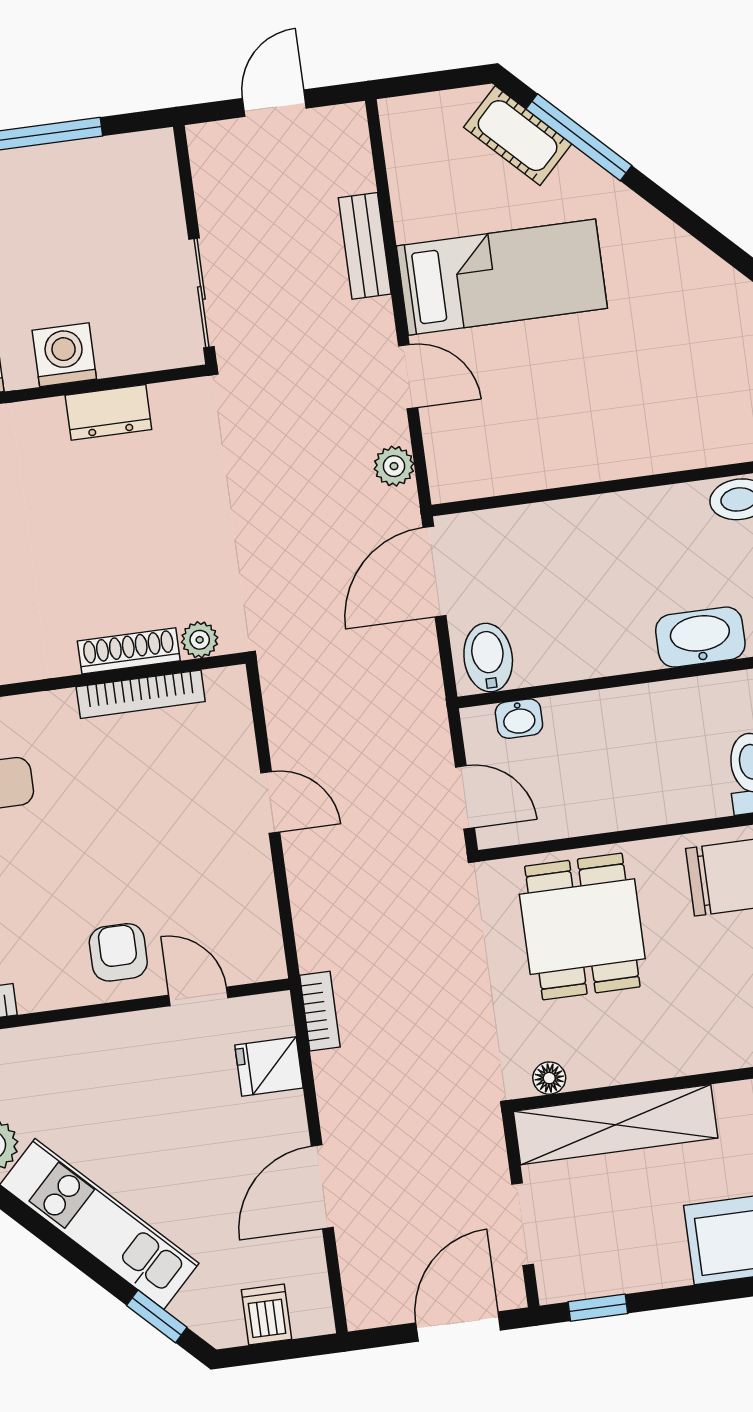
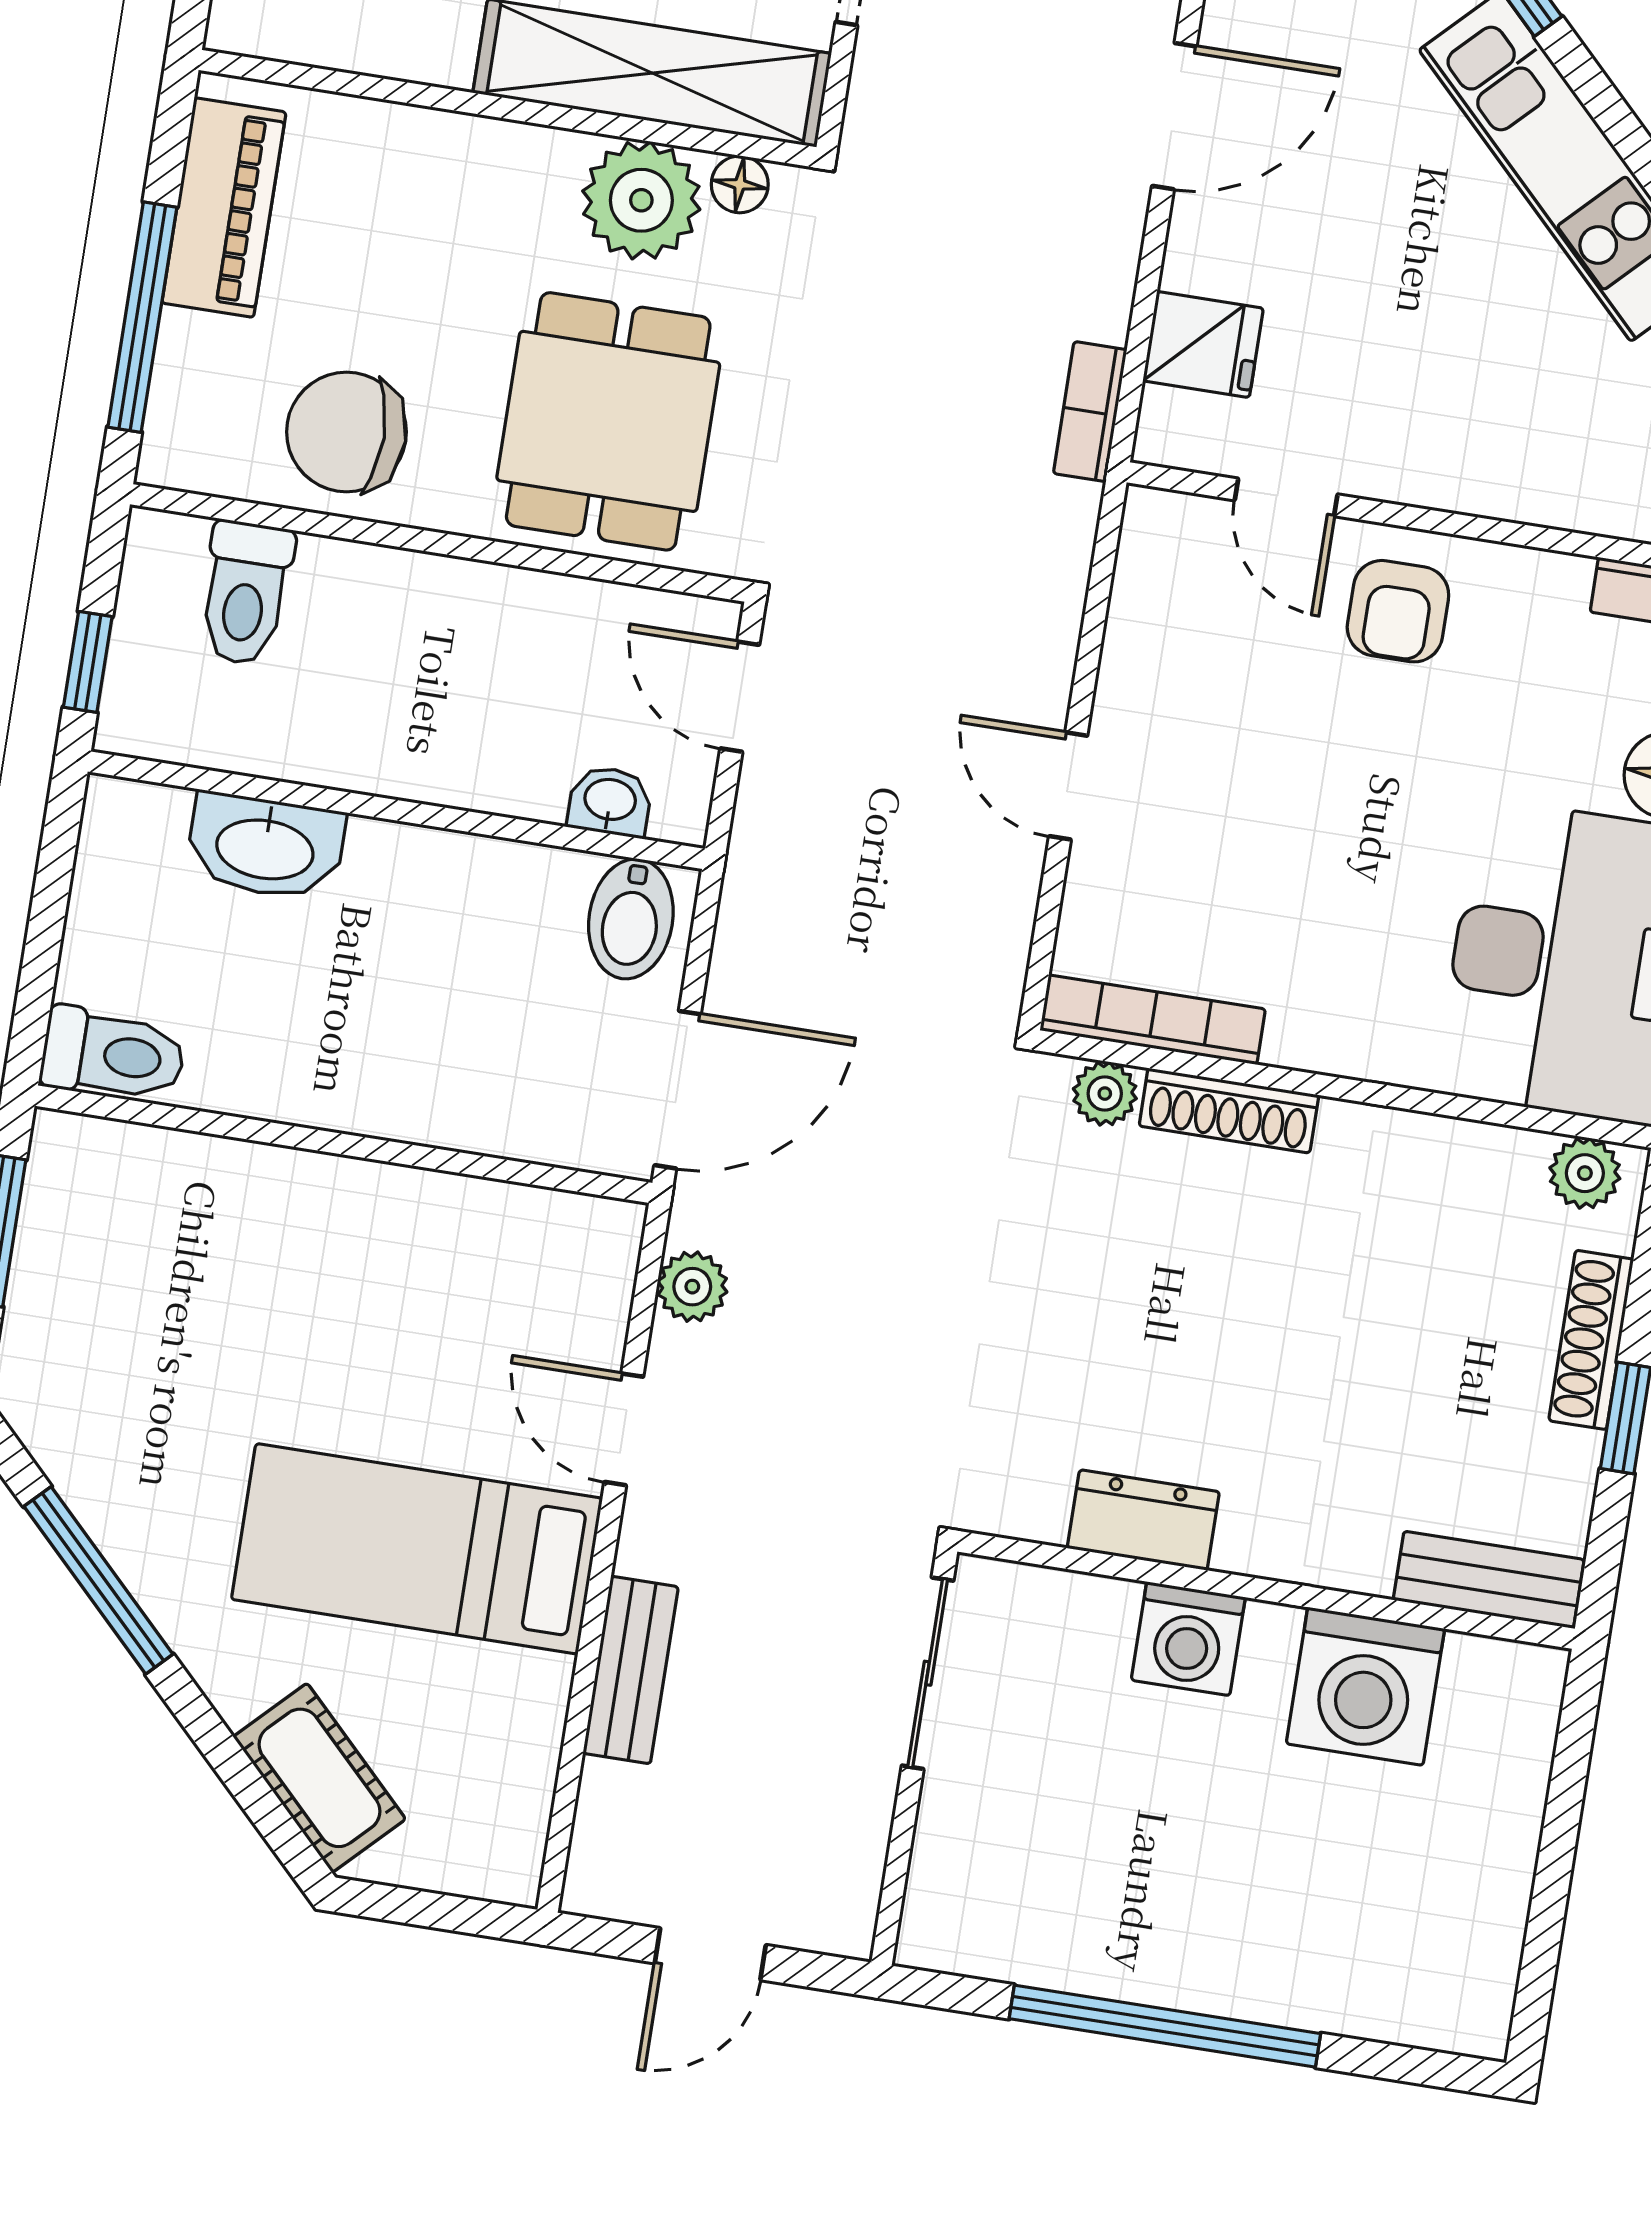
window: (579, 137) -> (98, 1580), moved
bookcase: (141, 694) -> (1153, 1020), moved
plant: (601, 1053) -> (641, 200), added

